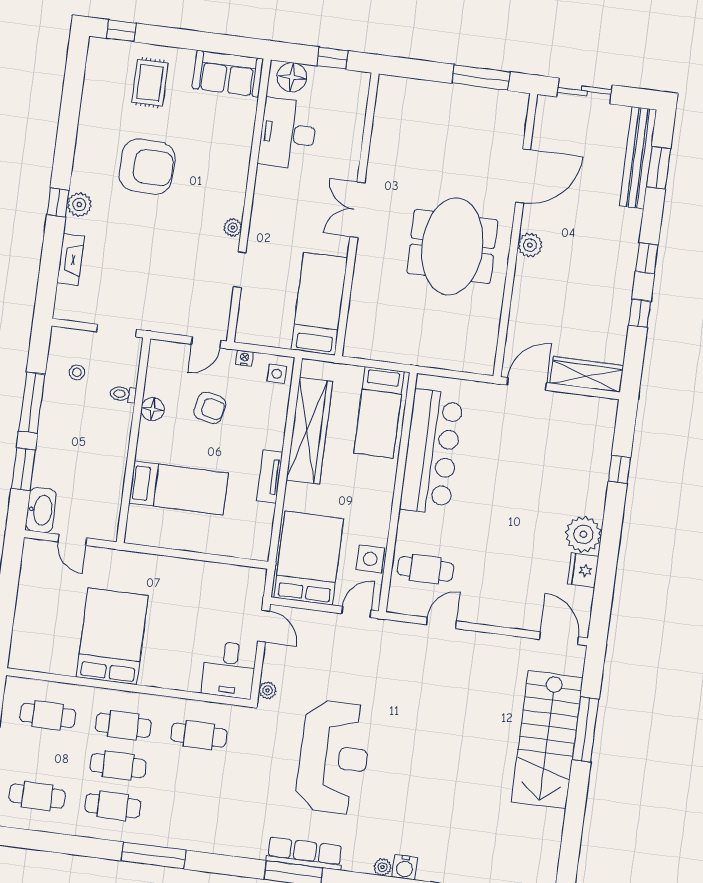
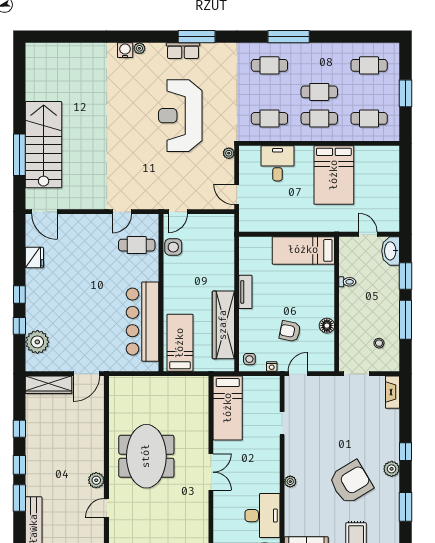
window: (69, 119) -> (406, 507), added
armchair: (147, 167) -> (351, 482), turned 147
window: (659, 168) -> (19, 498), moved
door: (523, 176) -> (107, 508), width x0.53
plant: (79, 204) -> (392, 469), moved
plant: (233, 228) -> (290, 482), moved
plant: (530, 245) -> (96, 480), moved
fireplace: (71, 260) -> (393, 392), moved
toilet: (123, 394) -> (347, 282), moved
bed: (179, 488) -> (303, 250), moved
window: (613, 517) -> (19, 295), added
plant: (583, 534) -> (37, 342), moved
bed: (309, 558) -> (213, 242), removed
desk: (229, 670) -> (277, 163), moved
cafe table: (113, 806) -> (269, 65), moved
row of seats: (305, 853) -> (183, 51), width x0.68

